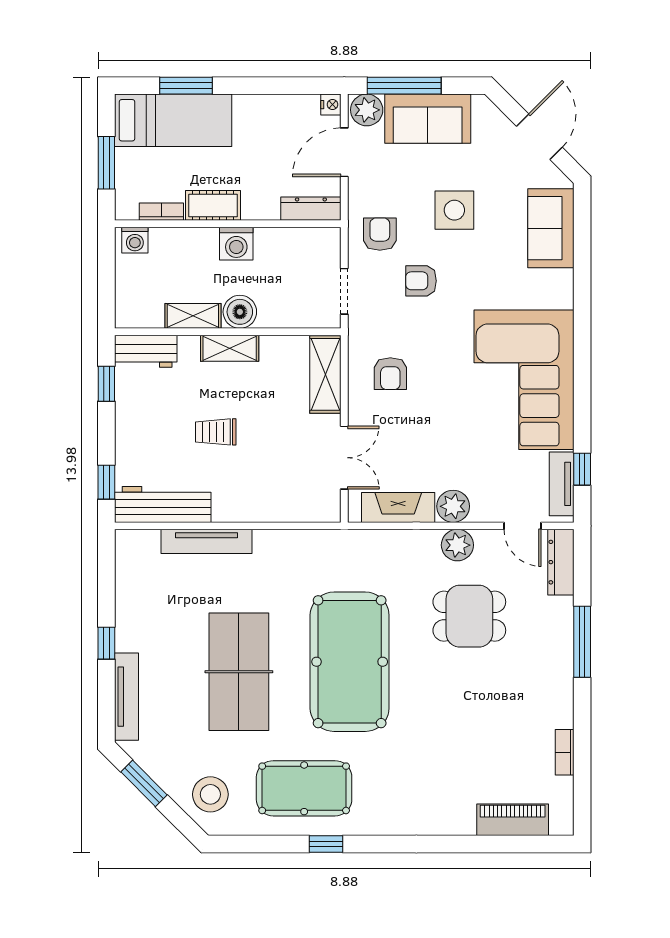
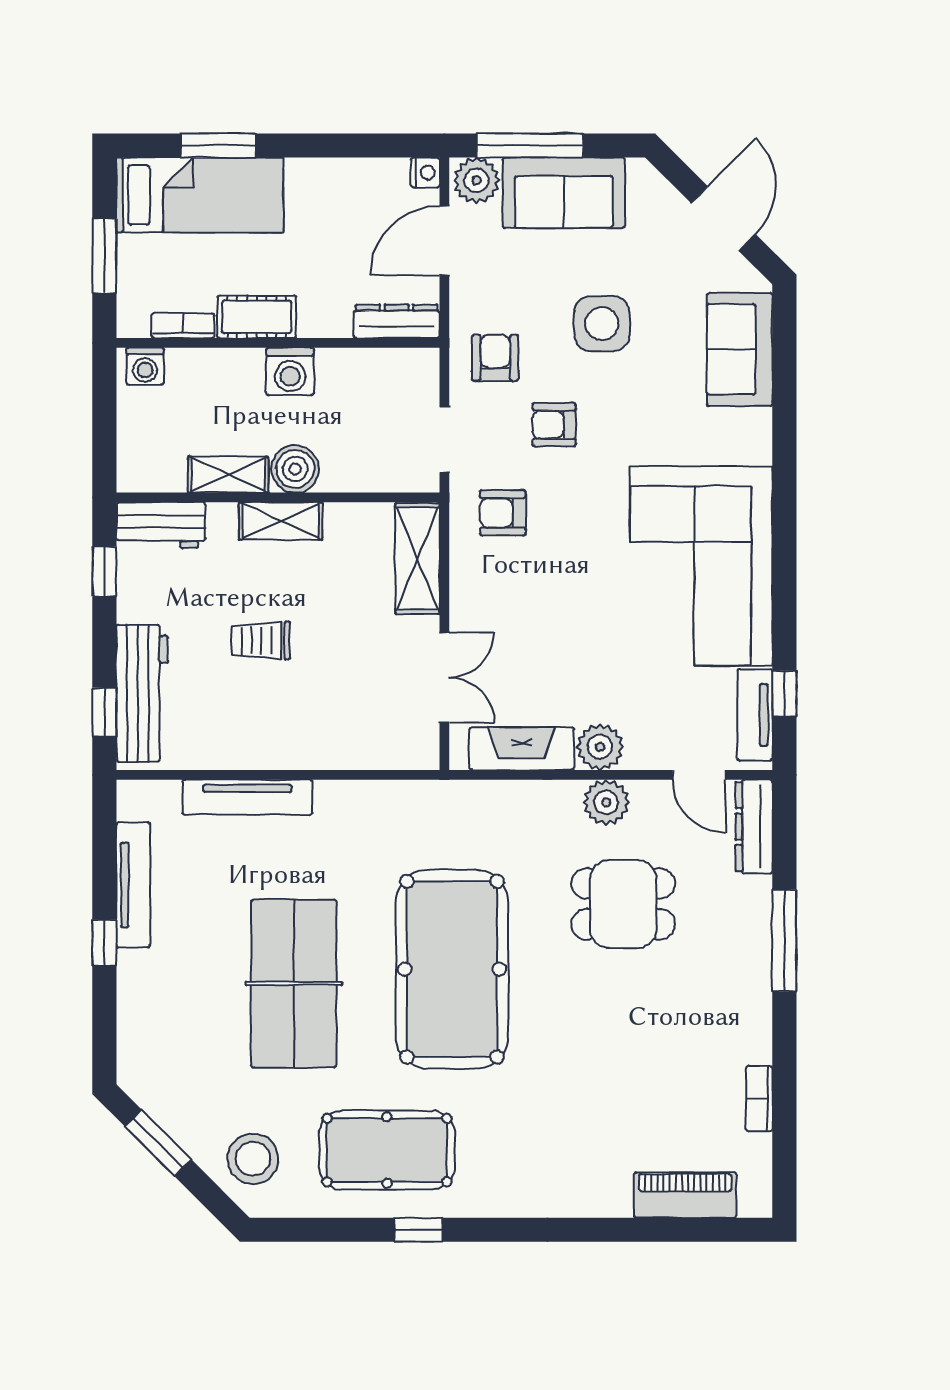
armchair: (390, 374) -> (503, 513), moved, turned 90
workbench: (163, 504) -> (142, 693), moved, turned 90
tv unit: (127, 697) -> (133, 885), moved

